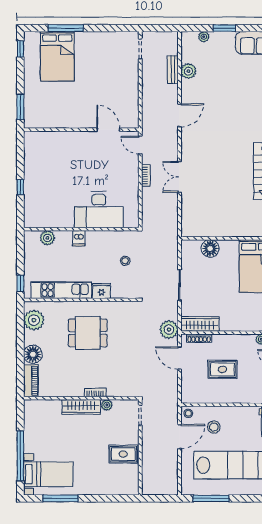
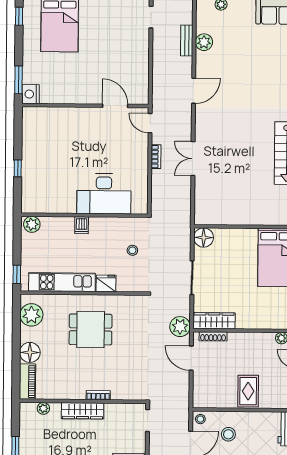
nightstand: (31, 120) -> (31, 94), added
plant: (47, 238) -> (32, 224), moved
floor lamp: (210, 249) -> (204, 238), moved
rug: (222, 369) -> (248, 391), moved, turned 90
plant: (107, 405) -> (43, 408), moved

